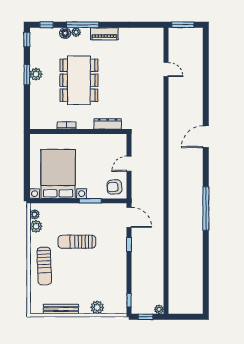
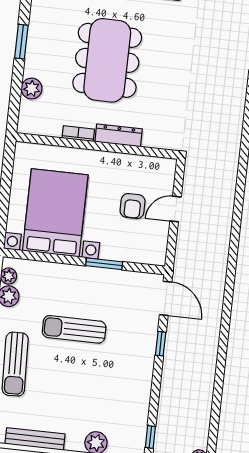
plant: (36, 74) -> (32, 89), moved
dresser: (108, 124) -> (119, 135), moved
armchair: (114, 187) -> (133, 206), moved, turned -87

